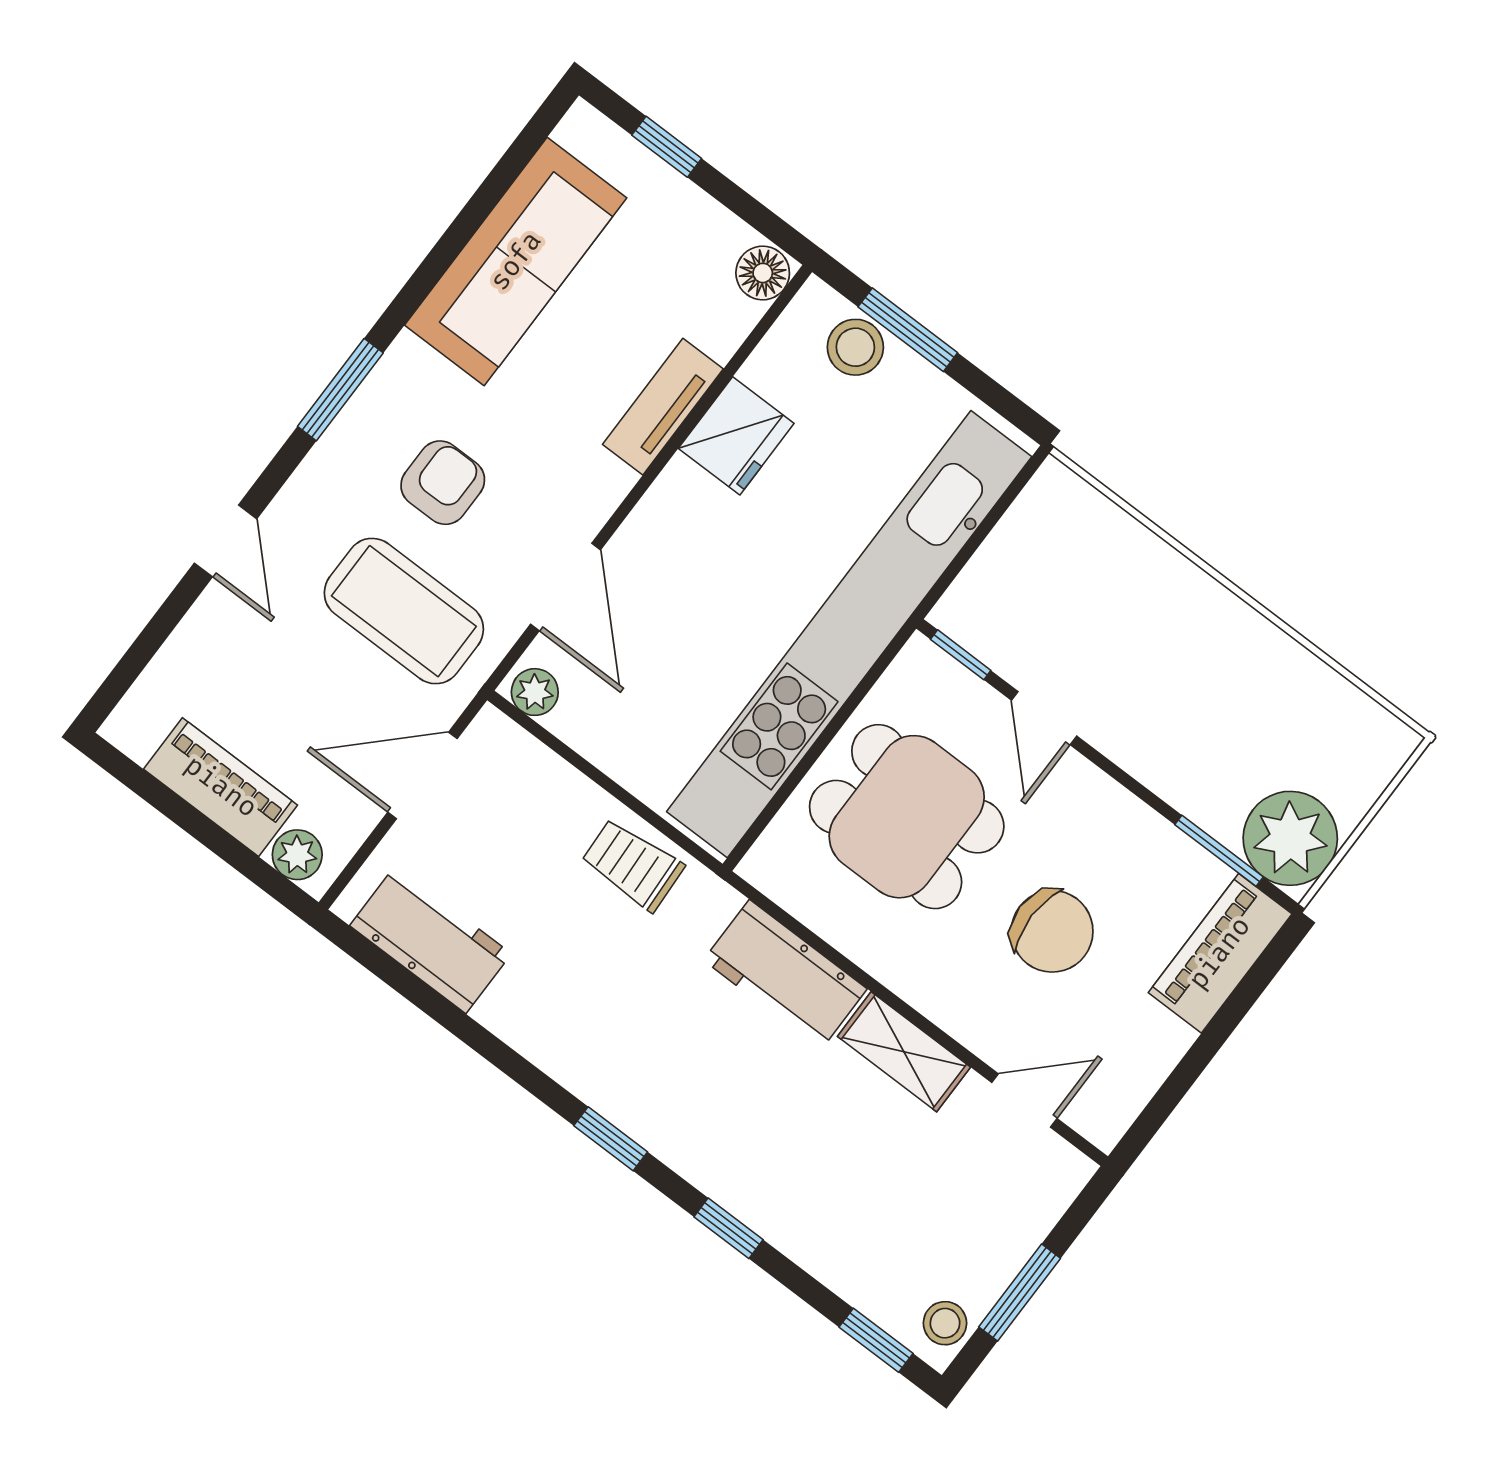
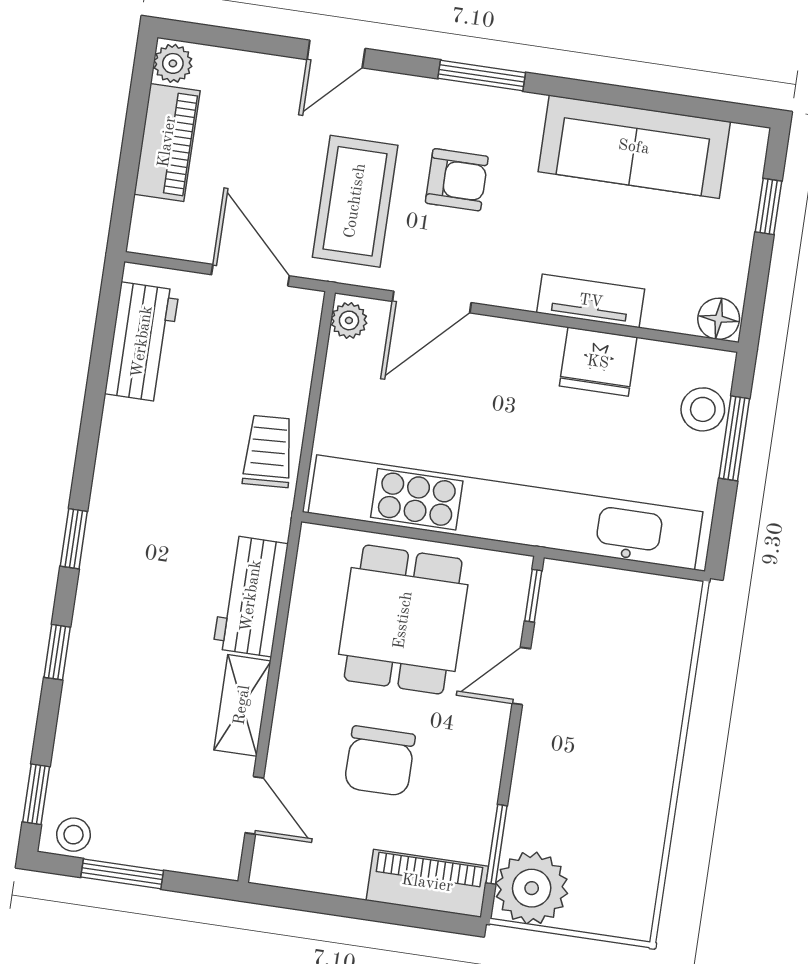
plant: (297, 855) -> (173, 63), moved

